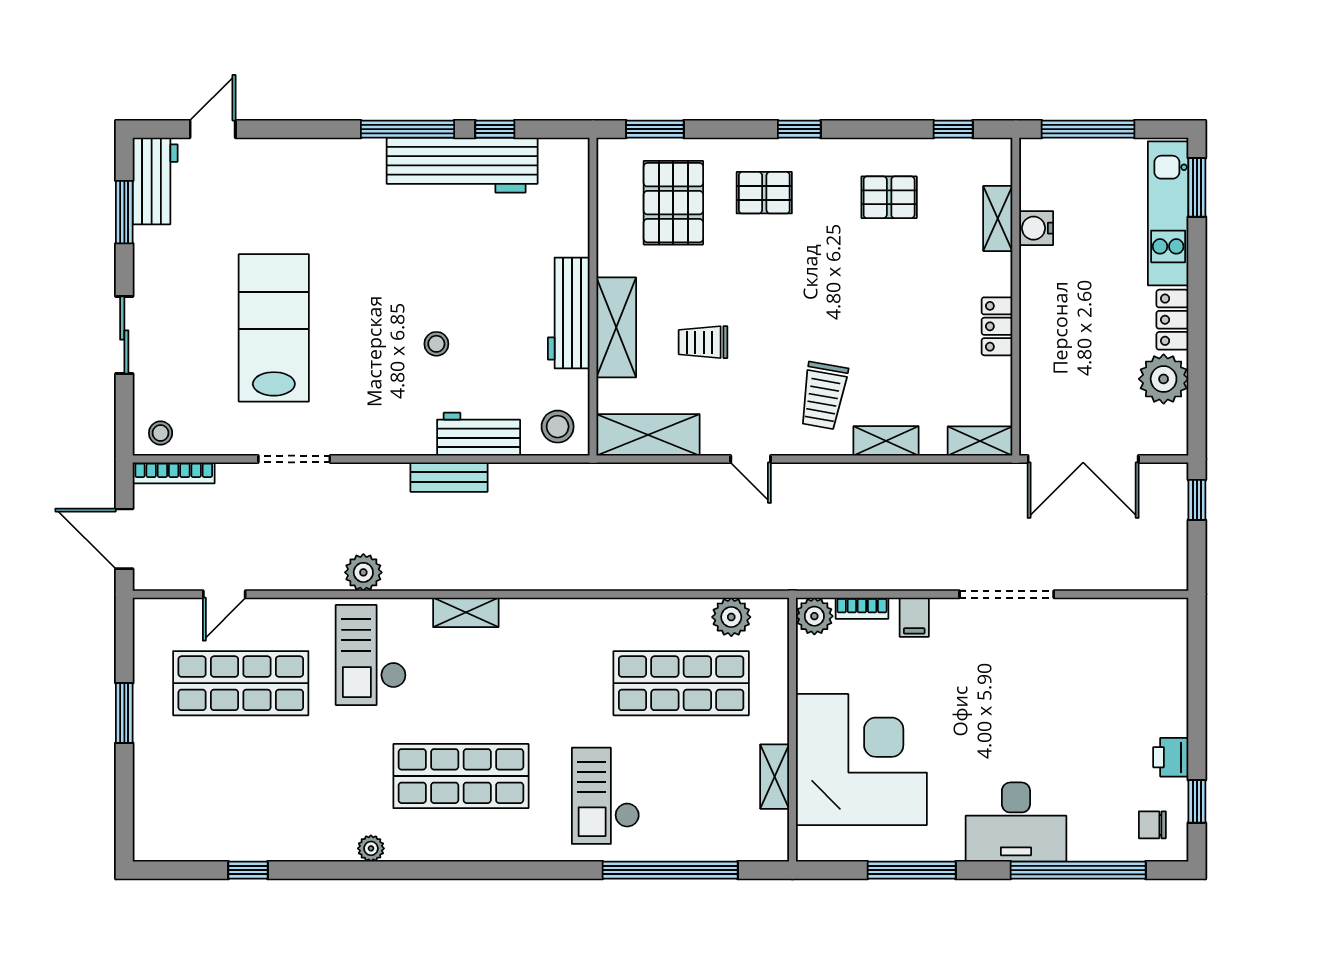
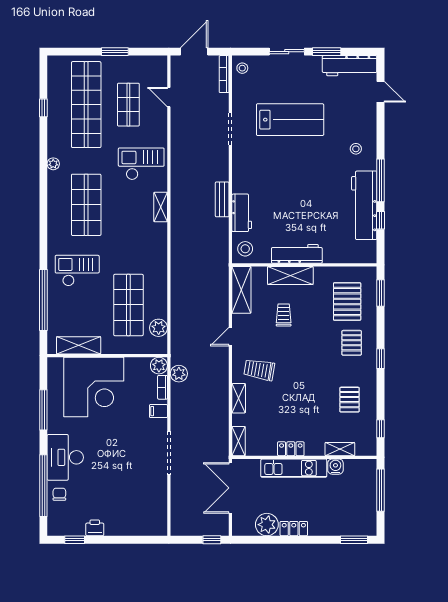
workbench: (155, 181) -> (350, 66), width x1.38
pallet: (673, 203) -> (347, 301), turned 90
window: (124, 212) -> (327, 52), moved
kitchen unit: (1168, 213) -> (294, 468), moved, turned 180
stool: (436, 344) -> (356, 149), moved
plant: (363, 572) -> (179, 374), moved
shop shelf: (241, 683) -> (128, 105), width x0.70, depth x0.74
shop shelf: (241, 776) -> (86, 105), added
shelving: (775, 777) -> (79, 345), width x1.50, depth x1.33
chair: (1152, 825) -> (59, 494), moved

